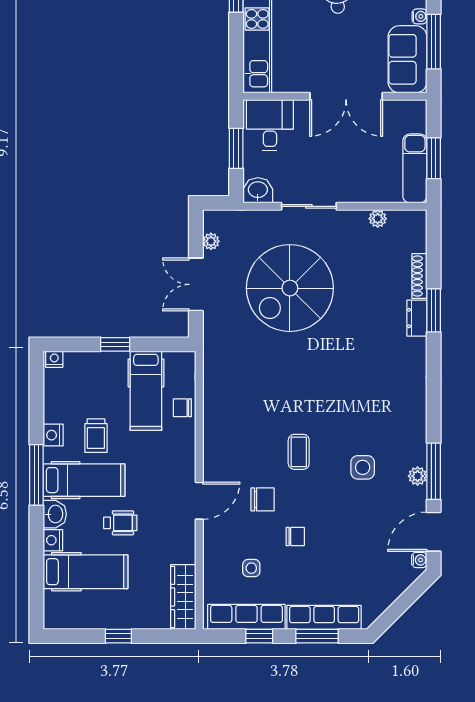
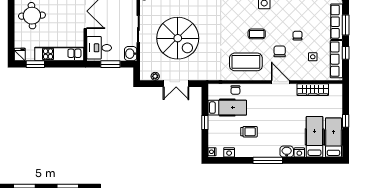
coffee table: (241, 429) -> (246, 62), added
nightstand: (53, 435) -> (229, 152), moved
hospital bed: (84, 480) -> (333, 137), moved
wheelchair: (120, 523) -> (291, 120), removed
wardrobe: (183, 597) -> (313, 90), moved

